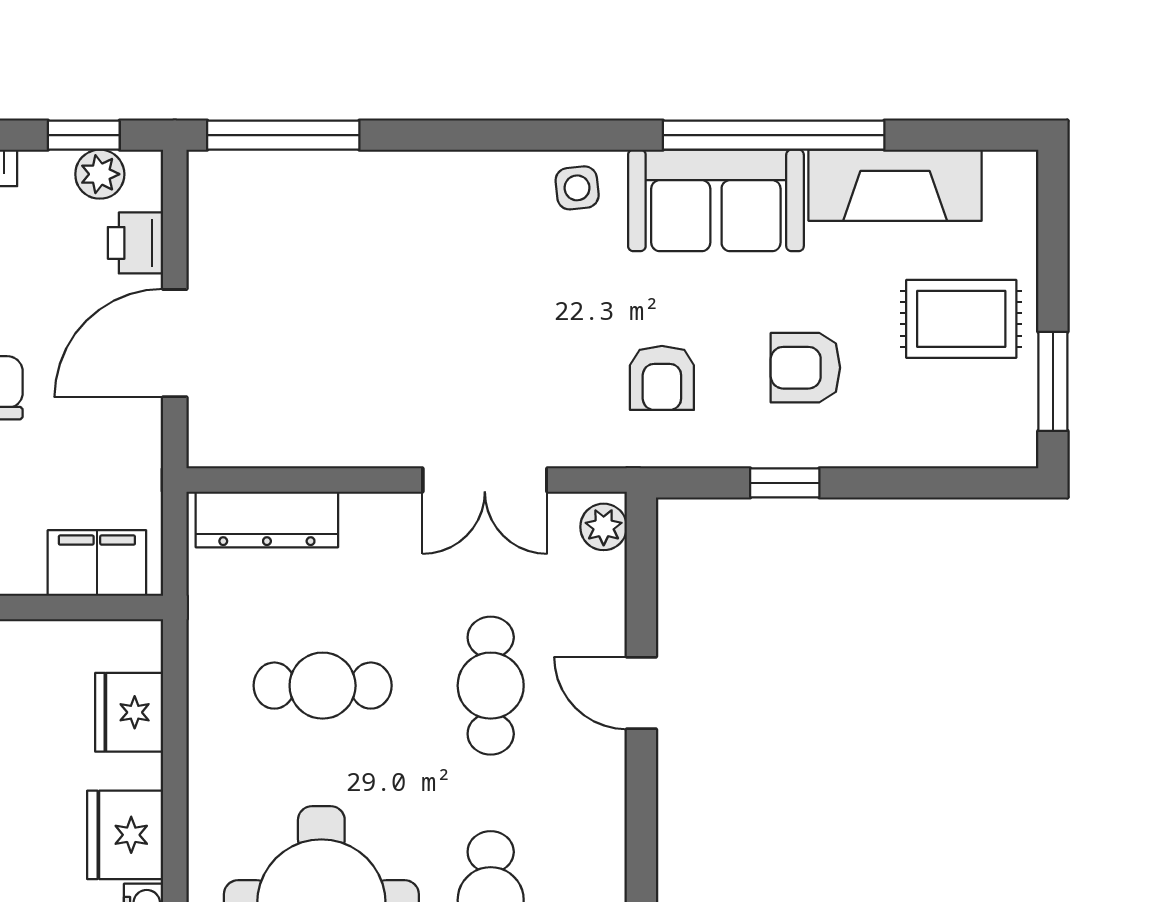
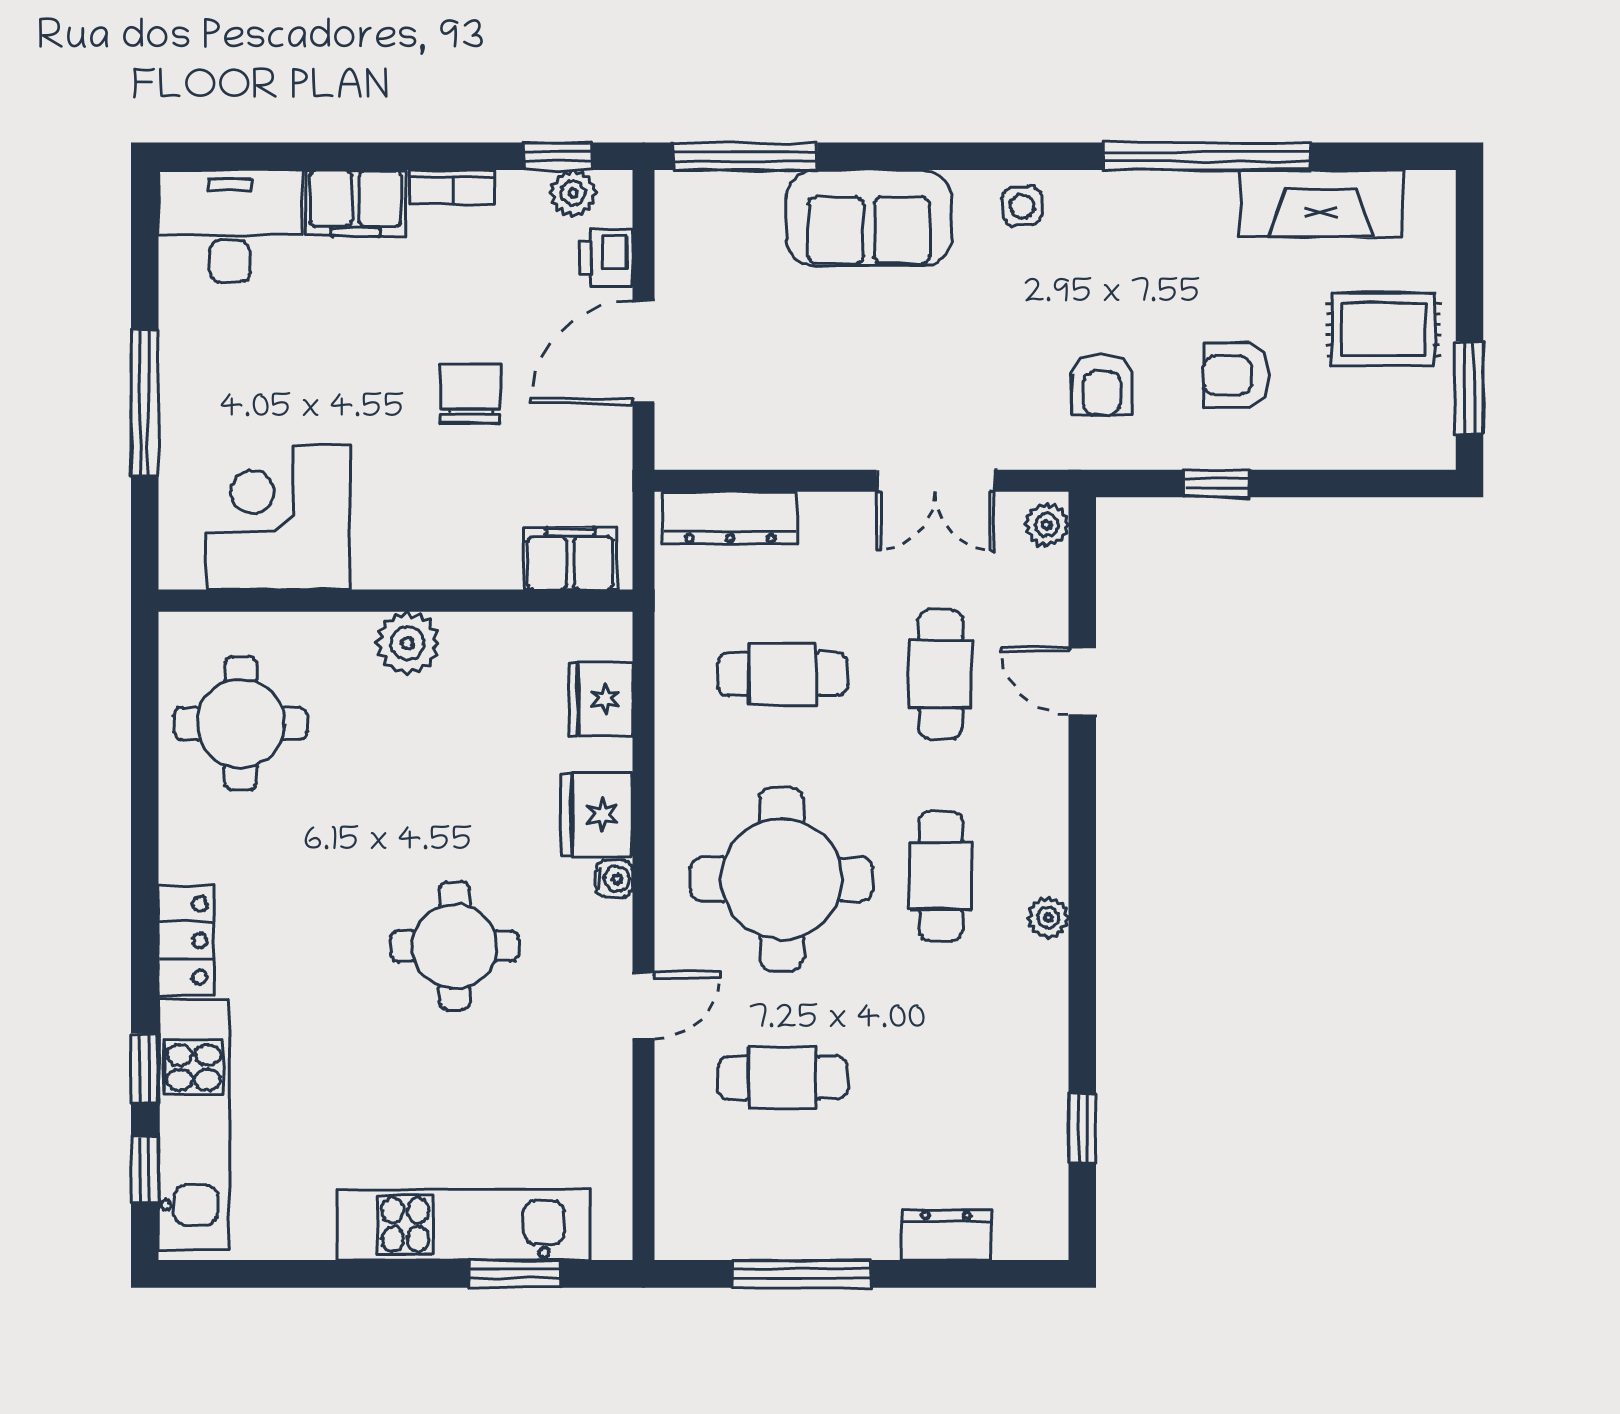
sofa: (716, 200) -> (869, 218), moved

